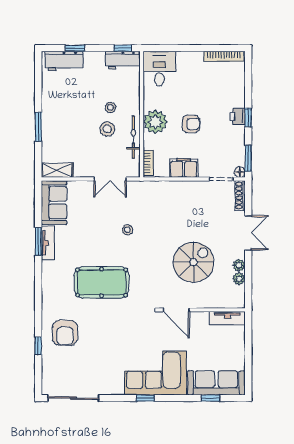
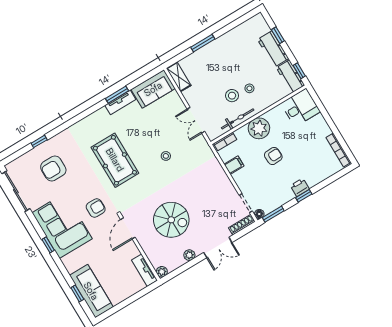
workbench: (64, 61) -> (273, 49), moved
armchair: (191, 124) -> (273, 156), turned -92
filing cabinet: (184, 168) -> (234, 165), width x0.50
plant: (239, 279) -> (162, 272), moved
armchair: (137, 330) -> (96, 208), added
armchair: (65, 333) -> (53, 168), moved
corner sofa: (155, 373) -> (62, 226), moved

